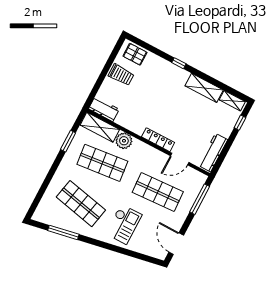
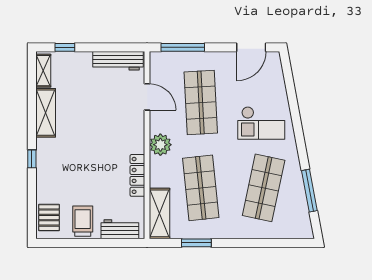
workbench: (104, 109) -> (120, 229), moved, turned 90
locker: (158, 140) -> (137, 175), moved
plant: (124, 141) -> (160, 145), moved
checkout: (124, 224) -> (261, 123), turned 180

